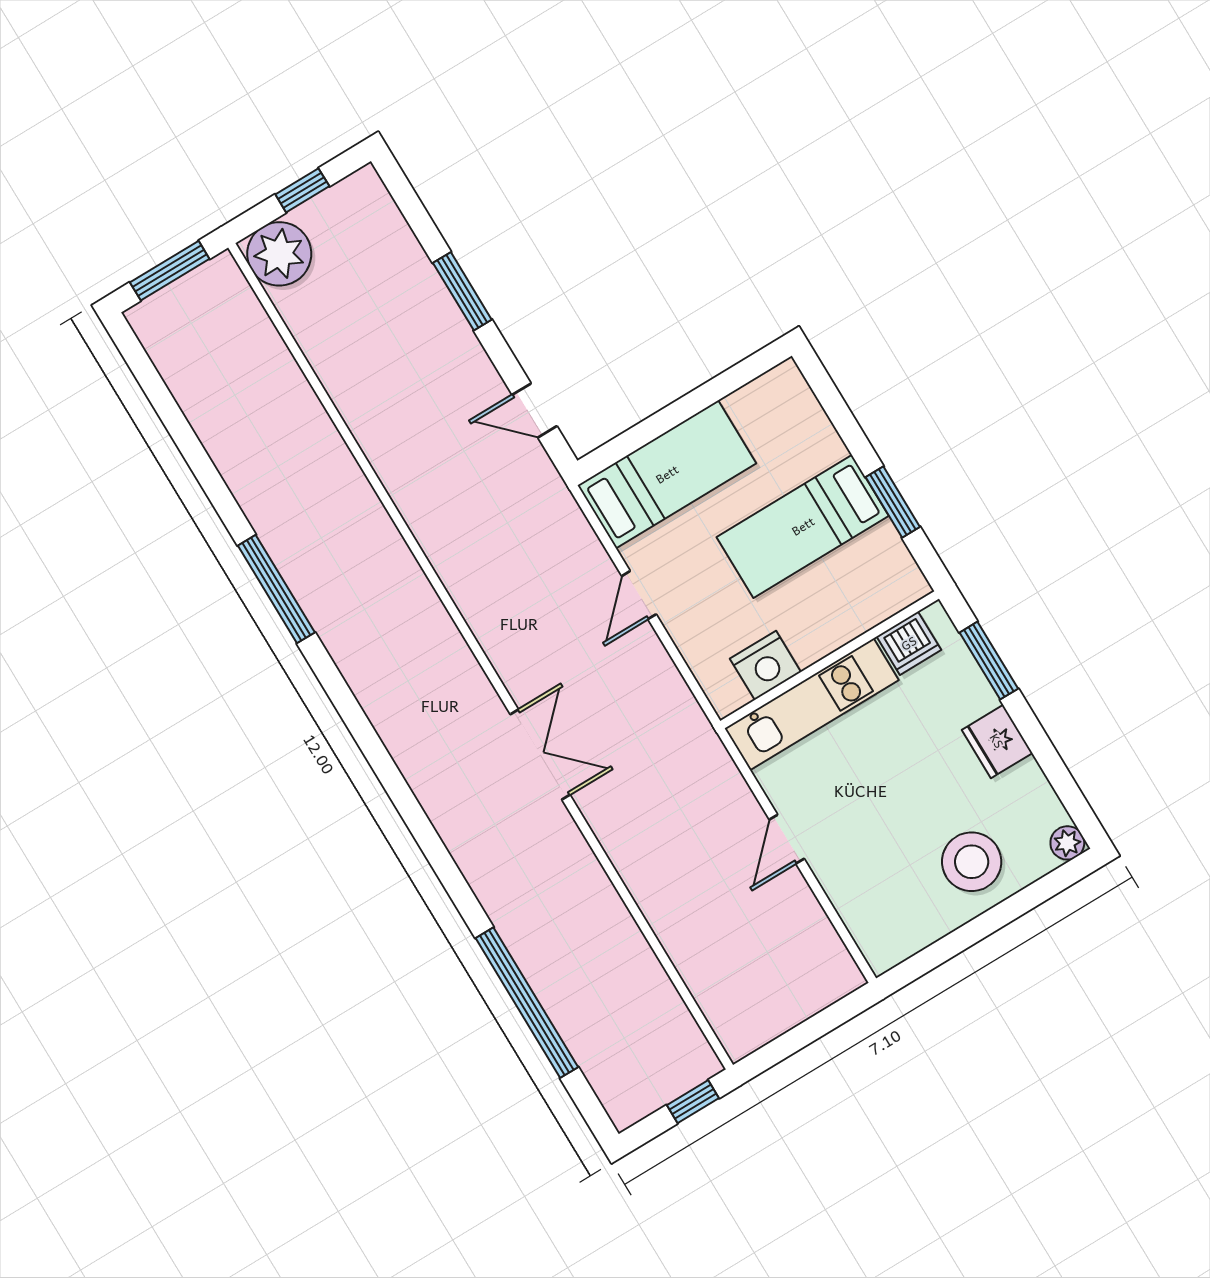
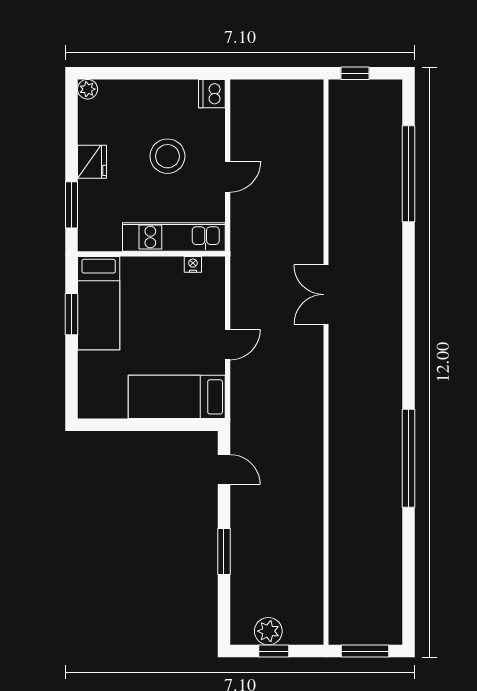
plant: (279, 254) -> (268, 631), moved, width x0.73, depth x0.73
bed: (803, 526) -> (99, 303), moved, turned 90
window: (276, 589) -> (408, 458), width x1.46
dishwasher: (909, 643) -> (212, 94), moved, turned -90
nightstand: (765, 665) -> (193, 264), width x0.53, depth x0.56
stool: (972, 862) -> (167, 156), moved

